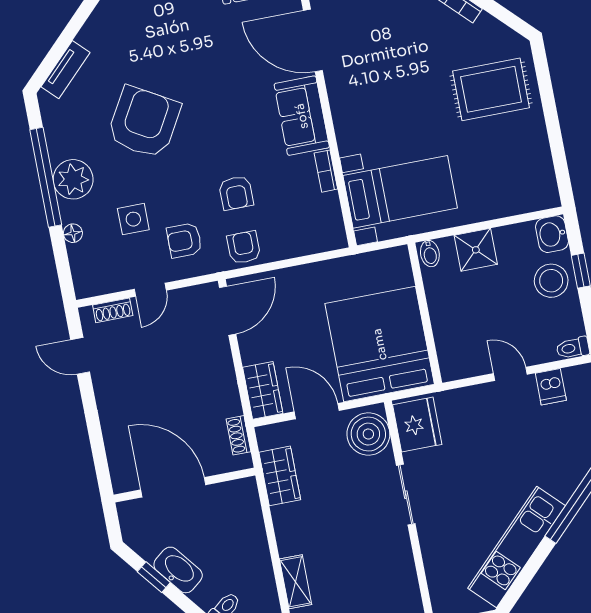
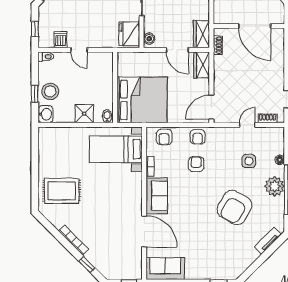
armchair: (184, 240) -> (164, 137), moved, turned 90
bed: (380, 344) -> (142, 100), moved, turned -90
boiler: (368, 434) -> (149, 39), width x0.54, depth x0.54
wardrobe: (280, 476) -> (201, 34), moved

